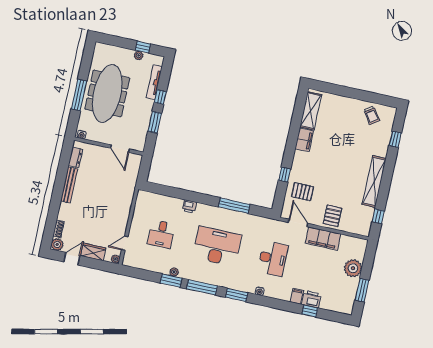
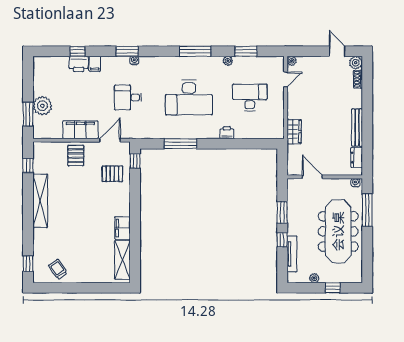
window: (143, 47) -> (333, 288), moved
window: (79, 95) -> (367, 210), moved
window: (395, 139) -> (28, 264), moved
window: (285, 175) -> (135, 161), moved
door: (298, 223) -> (110, 140), swing flipped
desk: (161, 234) -> (250, 97), width x1.37
wardrobe: (93, 252) -> (294, 132), moved, turned -90
door: (72, 259) -> (337, 51), swing flipped
desk: (273, 259) -> (128, 97), width x0.73
window: (171, 281) -> (246, 51), moved
window: (362, 290) -> (28, 114), moved
window: (237, 295) -> (127, 51), moved

